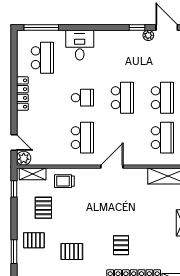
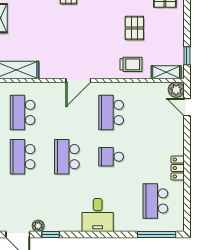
desk: (80, 45) -> (98, 215), moved
locker: (22, 94) -> (178, 168), width x0.66
pallet: (43, 208) -> (134, 28), moved

